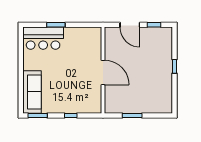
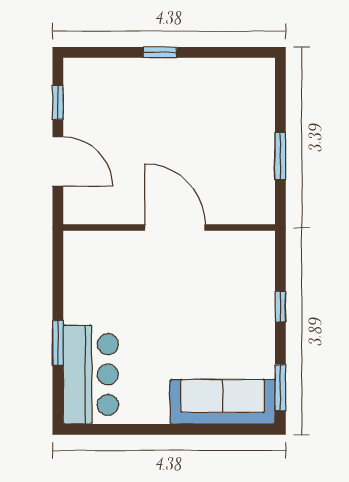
door: (130, 25) -> (58, 162), hinge flipped
door: (103, 72) -> (175, 228), hinge flipped

